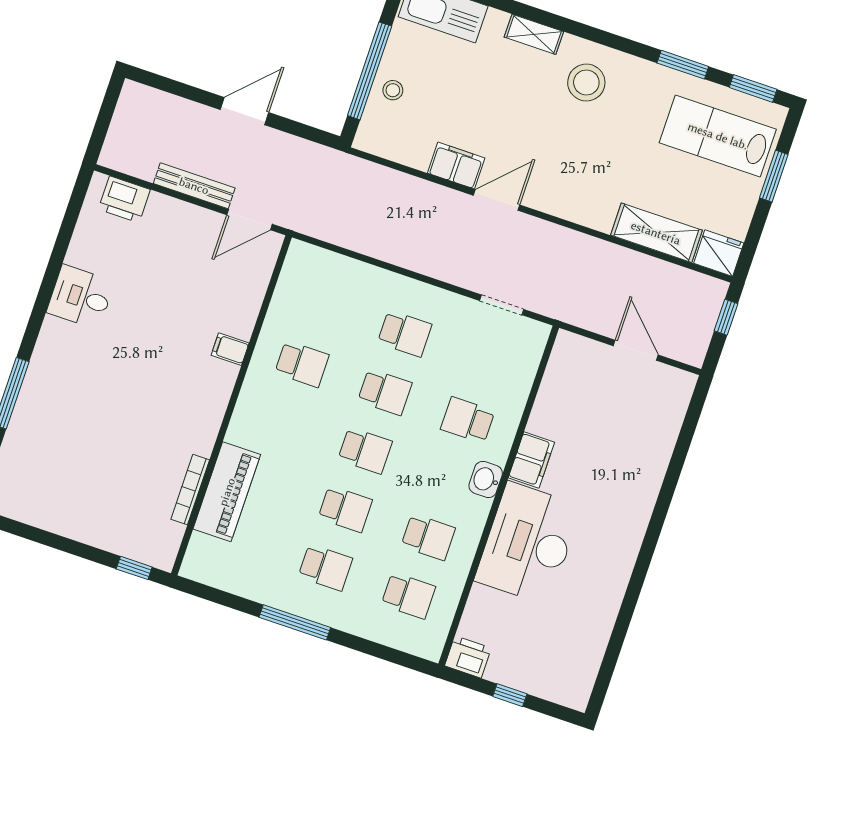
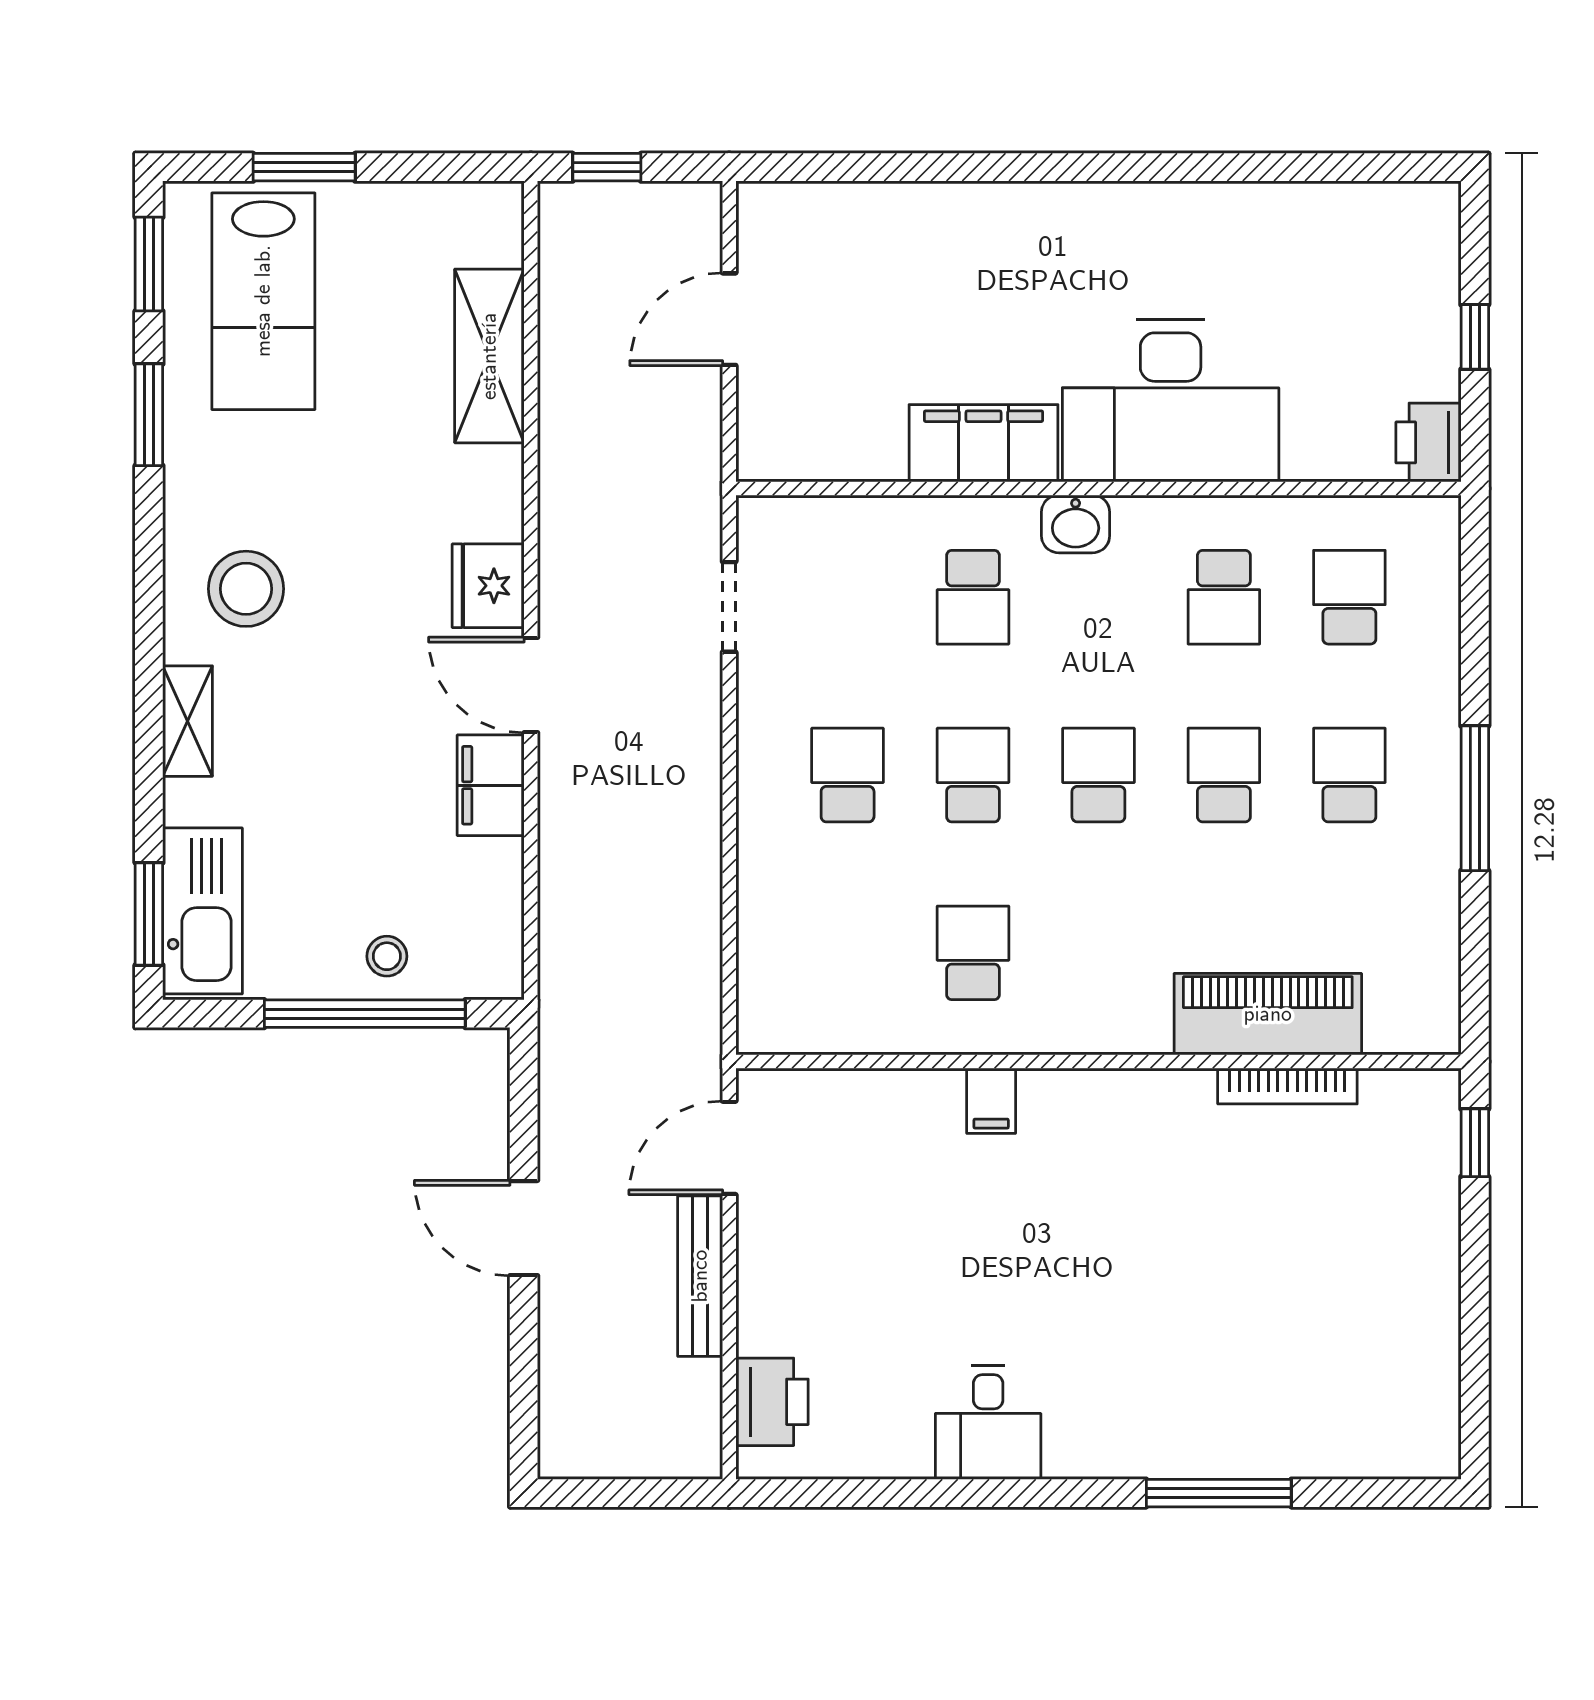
door: (249, 220) -> (729, 1148), swing flipped
fridge: (719, 253) -> (488, 586), moved
filing cabinet: (531, 460) -> (984, 443), width x1.50, depth x1.17
school desk: (428, 537) -> (1224, 597), turned 180

